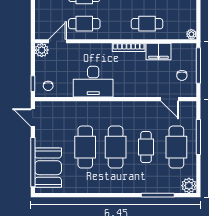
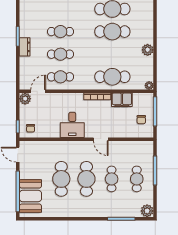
cafe table: (147, 24) -> (112, 77), width x1.37, depth x1.35
desk: (93, 82) -> (72, 125), width x0.73
door: (170, 99) -> (101, 139), moved
cafe table: (176, 147) -> (137, 179), width x0.73, depth x0.74

